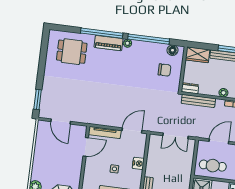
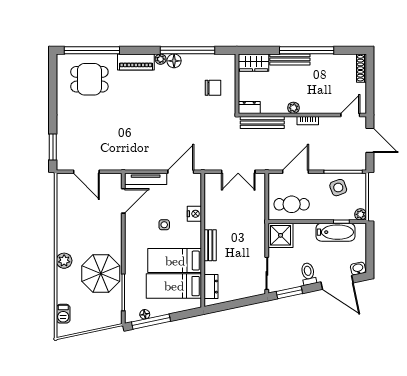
window: (102, 33) -> (92, 50), moved
floor lamp: (172, 50) -> (174, 61), moved

